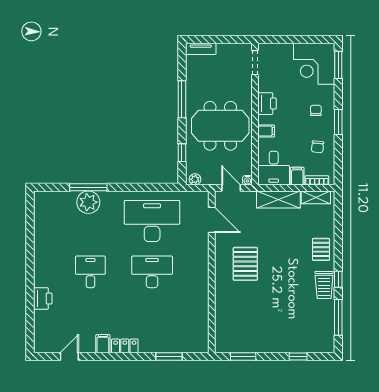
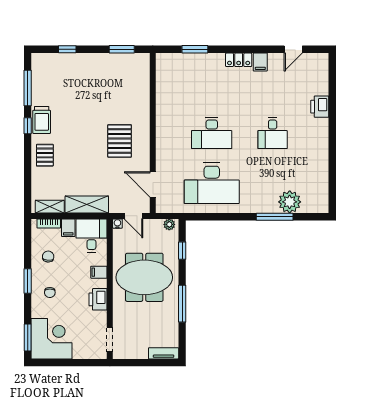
plant: (88, 202) -> (290, 202), moved
trolley: (324, 285) -> (42, 120), turned 180

